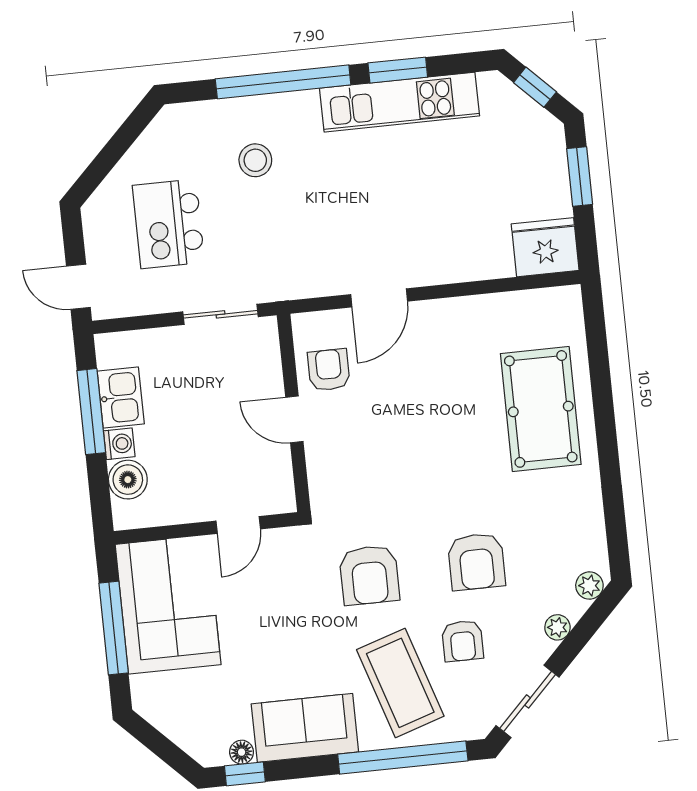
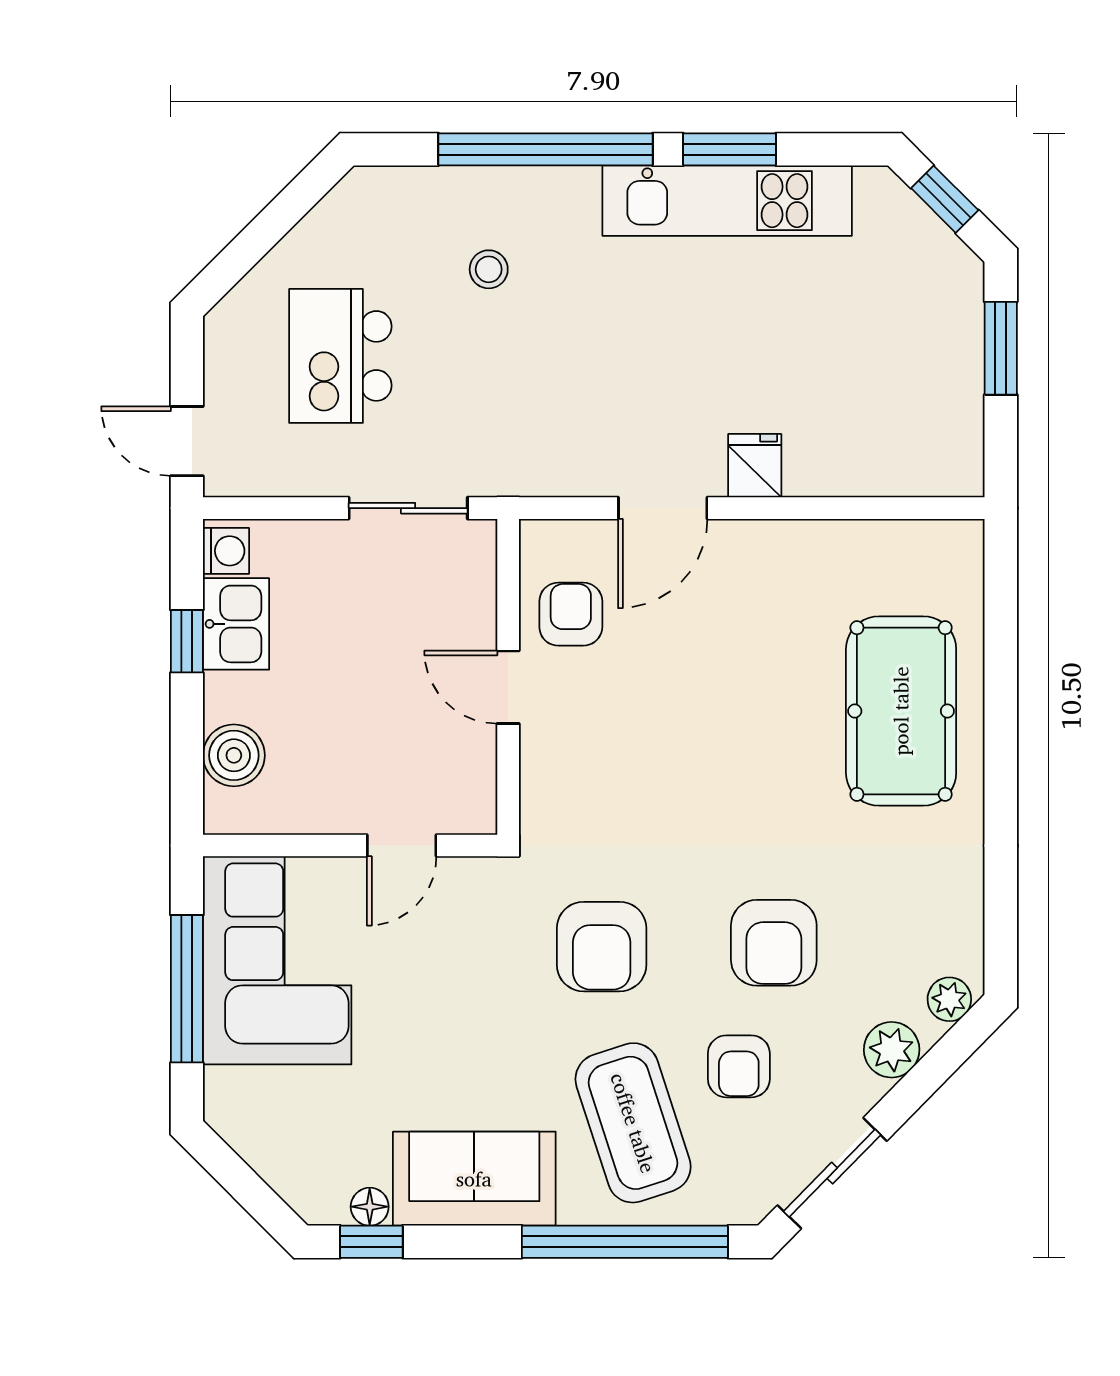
stool: (255, 160) -> (489, 269), width x0.73, depth x0.73
fridge: (545, 247) -> (755, 466), moved, width x0.53, depth x0.75
window: (91, 412) -> (187, 641), width x0.46
washing machine: (119, 444) -> (226, 551), moved
plant: (557, 627) -> (892, 1050), width x1.38, depth x1.38

